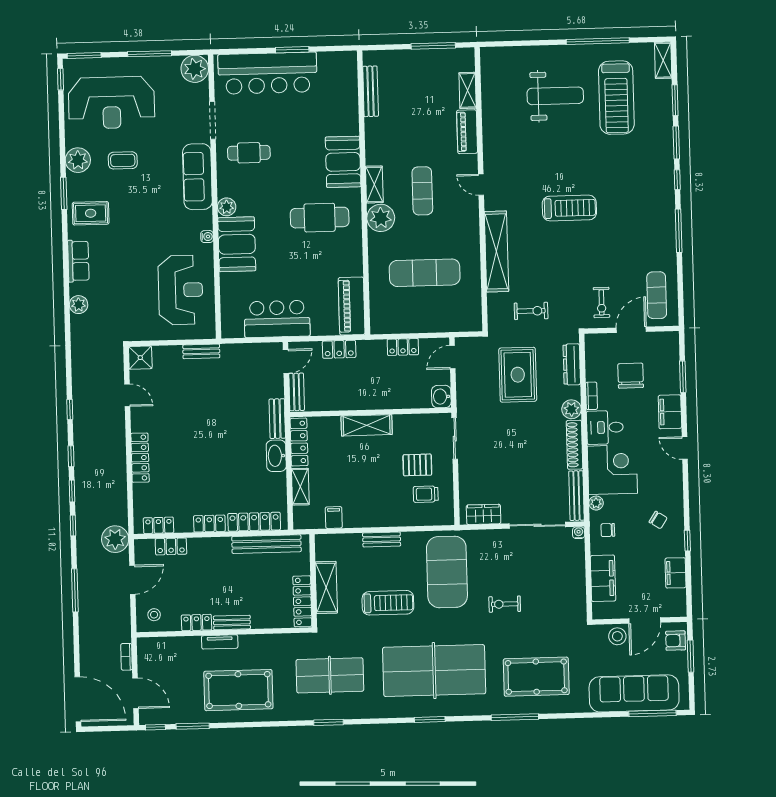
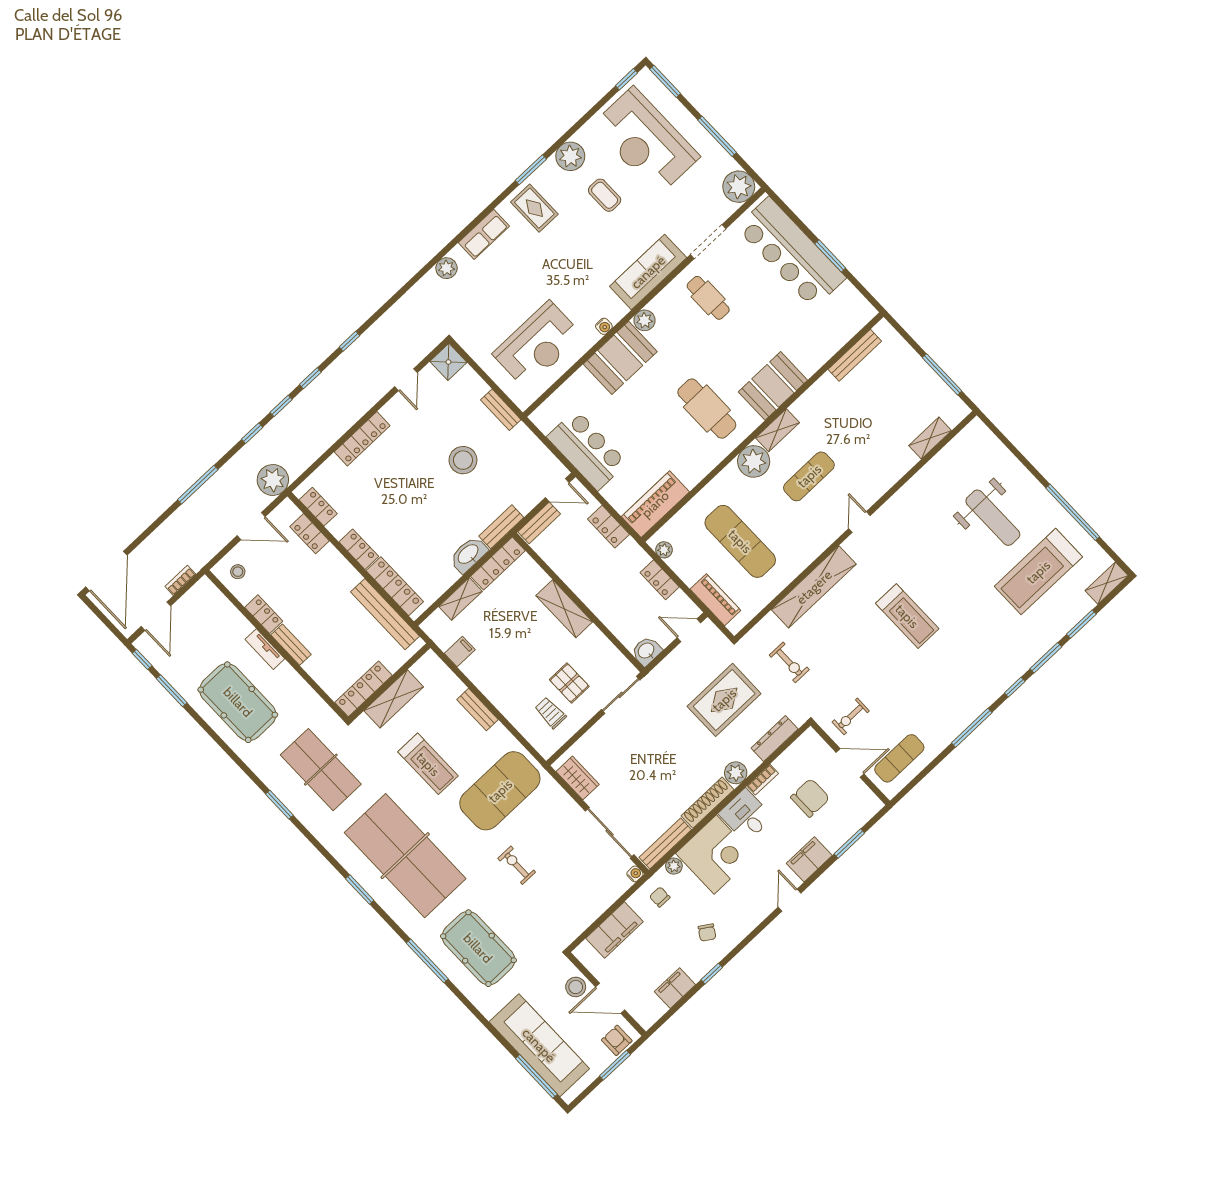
piano: (467, 132) -> (715, 600), moved, turned 90
plant: (386, 327) -> (664, 550), added
stool: (212, 405) -> (463, 460), added

